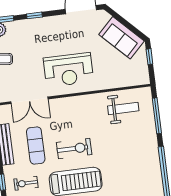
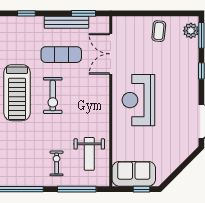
sofa: (121, 38) -> (134, 174), moved, turned 45
exercise bike: (26, 183) -> (57, 163), moved

